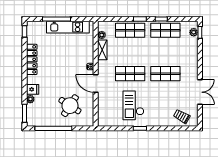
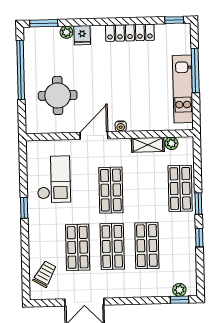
shop shelf: (165, 30) -> (147, 246), moved
shop shelf: (165, 95) -> (78, 247), added
checkout: (133, 105) -> (54, 179), moved, turned 90
round table: (70, 106) -> (58, 95), turned -33

